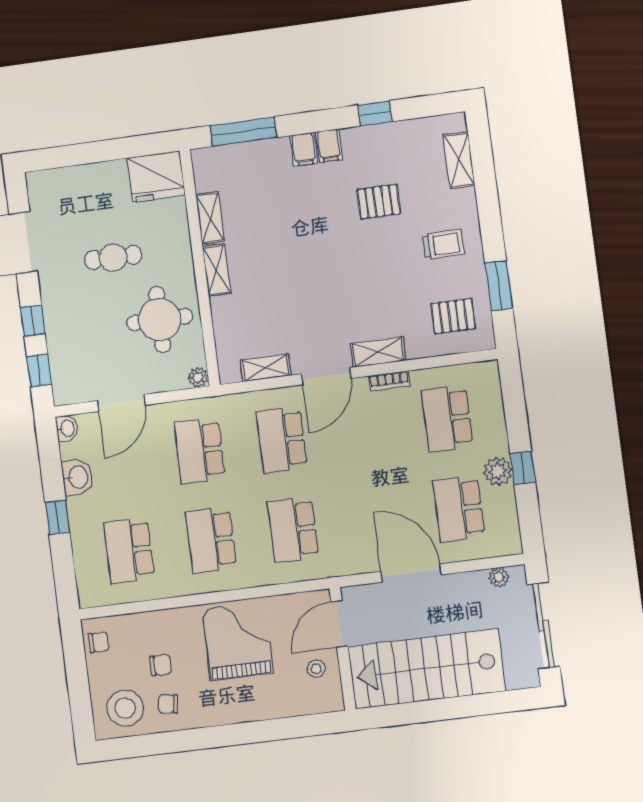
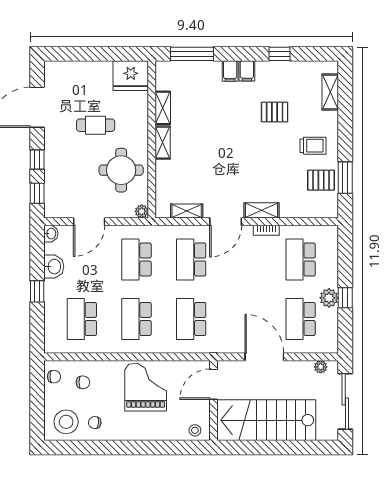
pallet: (453, 316) -> (321, 180), moved
chair: (161, 665) -> (83, 382), moved
stool: (316, 669) -> (195, 430), moved

